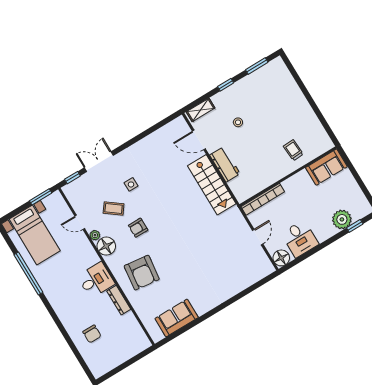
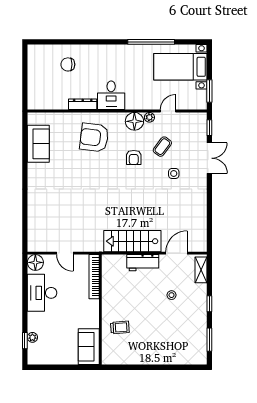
plant: (342, 219) -> (32, 337), width x0.53, depth x0.53
armchair: (138, 228) -> (134, 157), turned 180
desk: (300, 239) -> (42, 293), width x1.37

